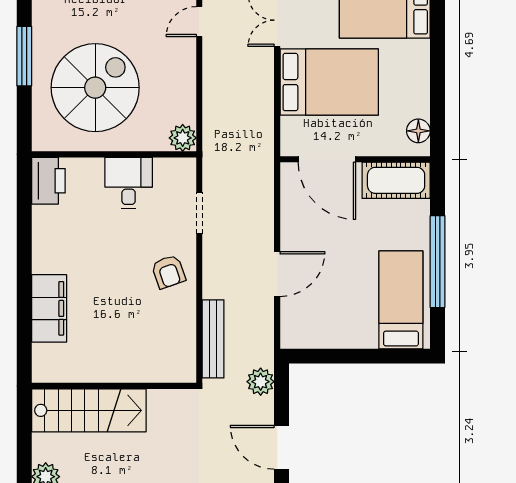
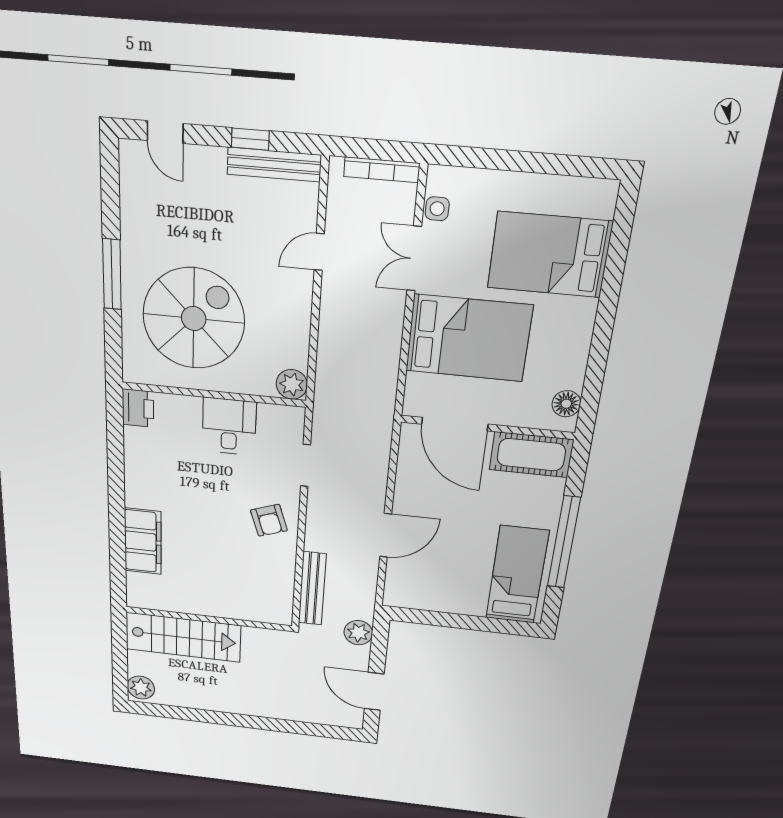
printer: (48, 181) -> (138, 408), width x0.73, depth x0.84

